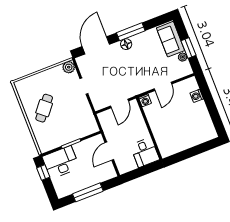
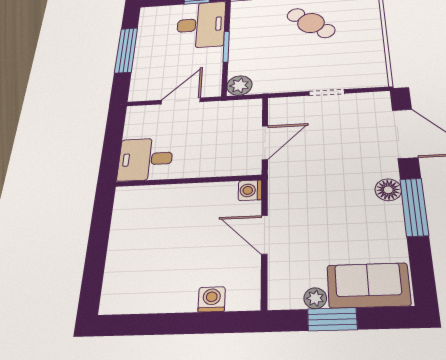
plant: (69, 67) -> (239, 85), moved
door: (119, 103) -> (265, 143), swing flipped
door: (109, 151) -> (181, 101), hinge flipped

